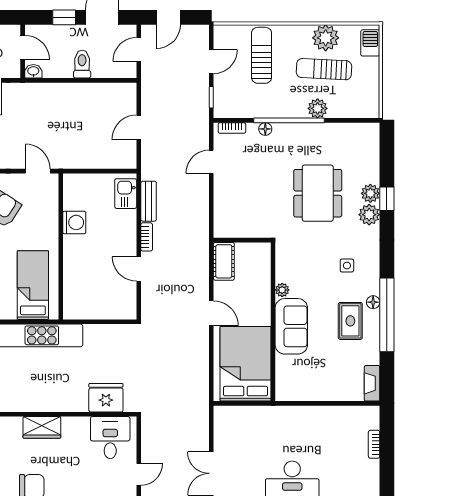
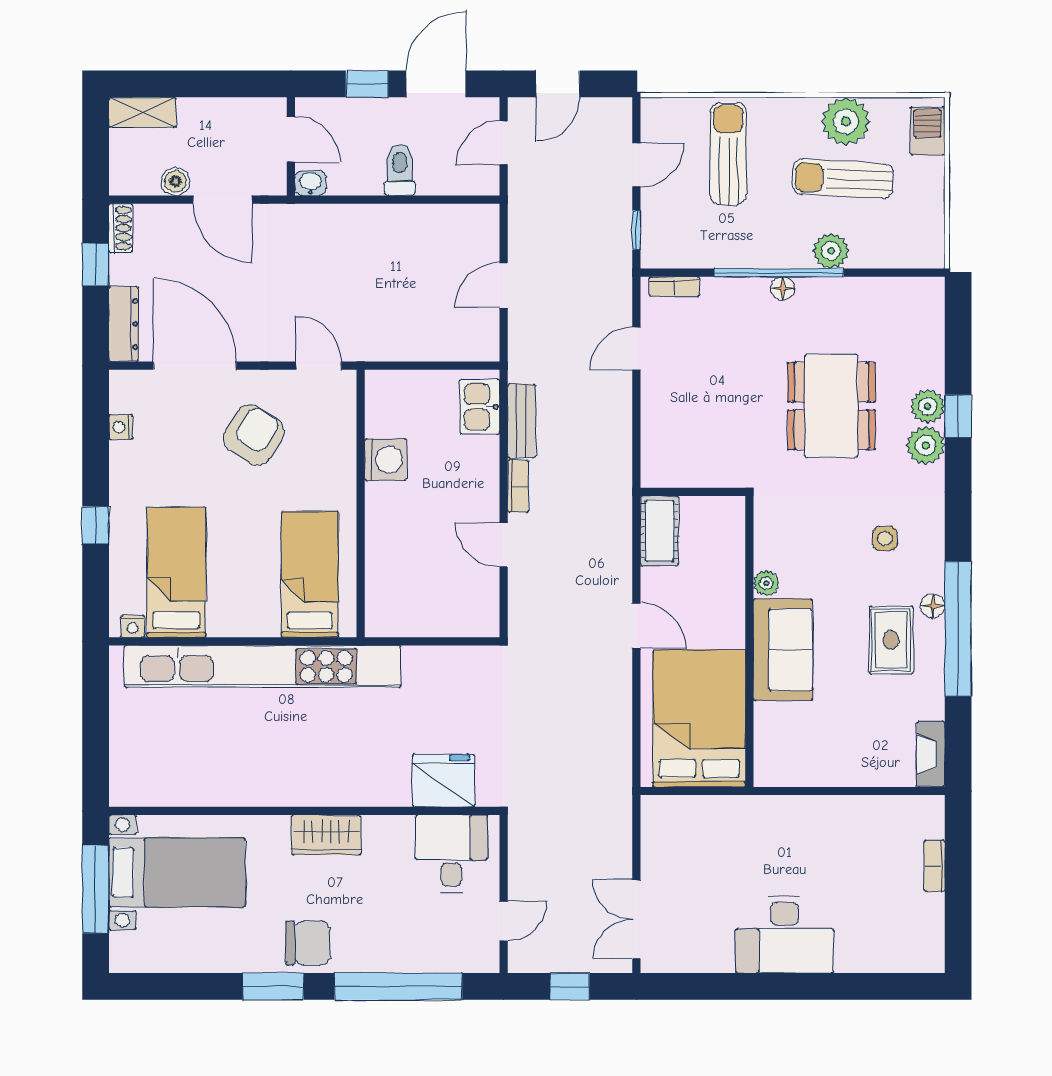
floor lamp: (265, 129) -> (783, 288), moved

